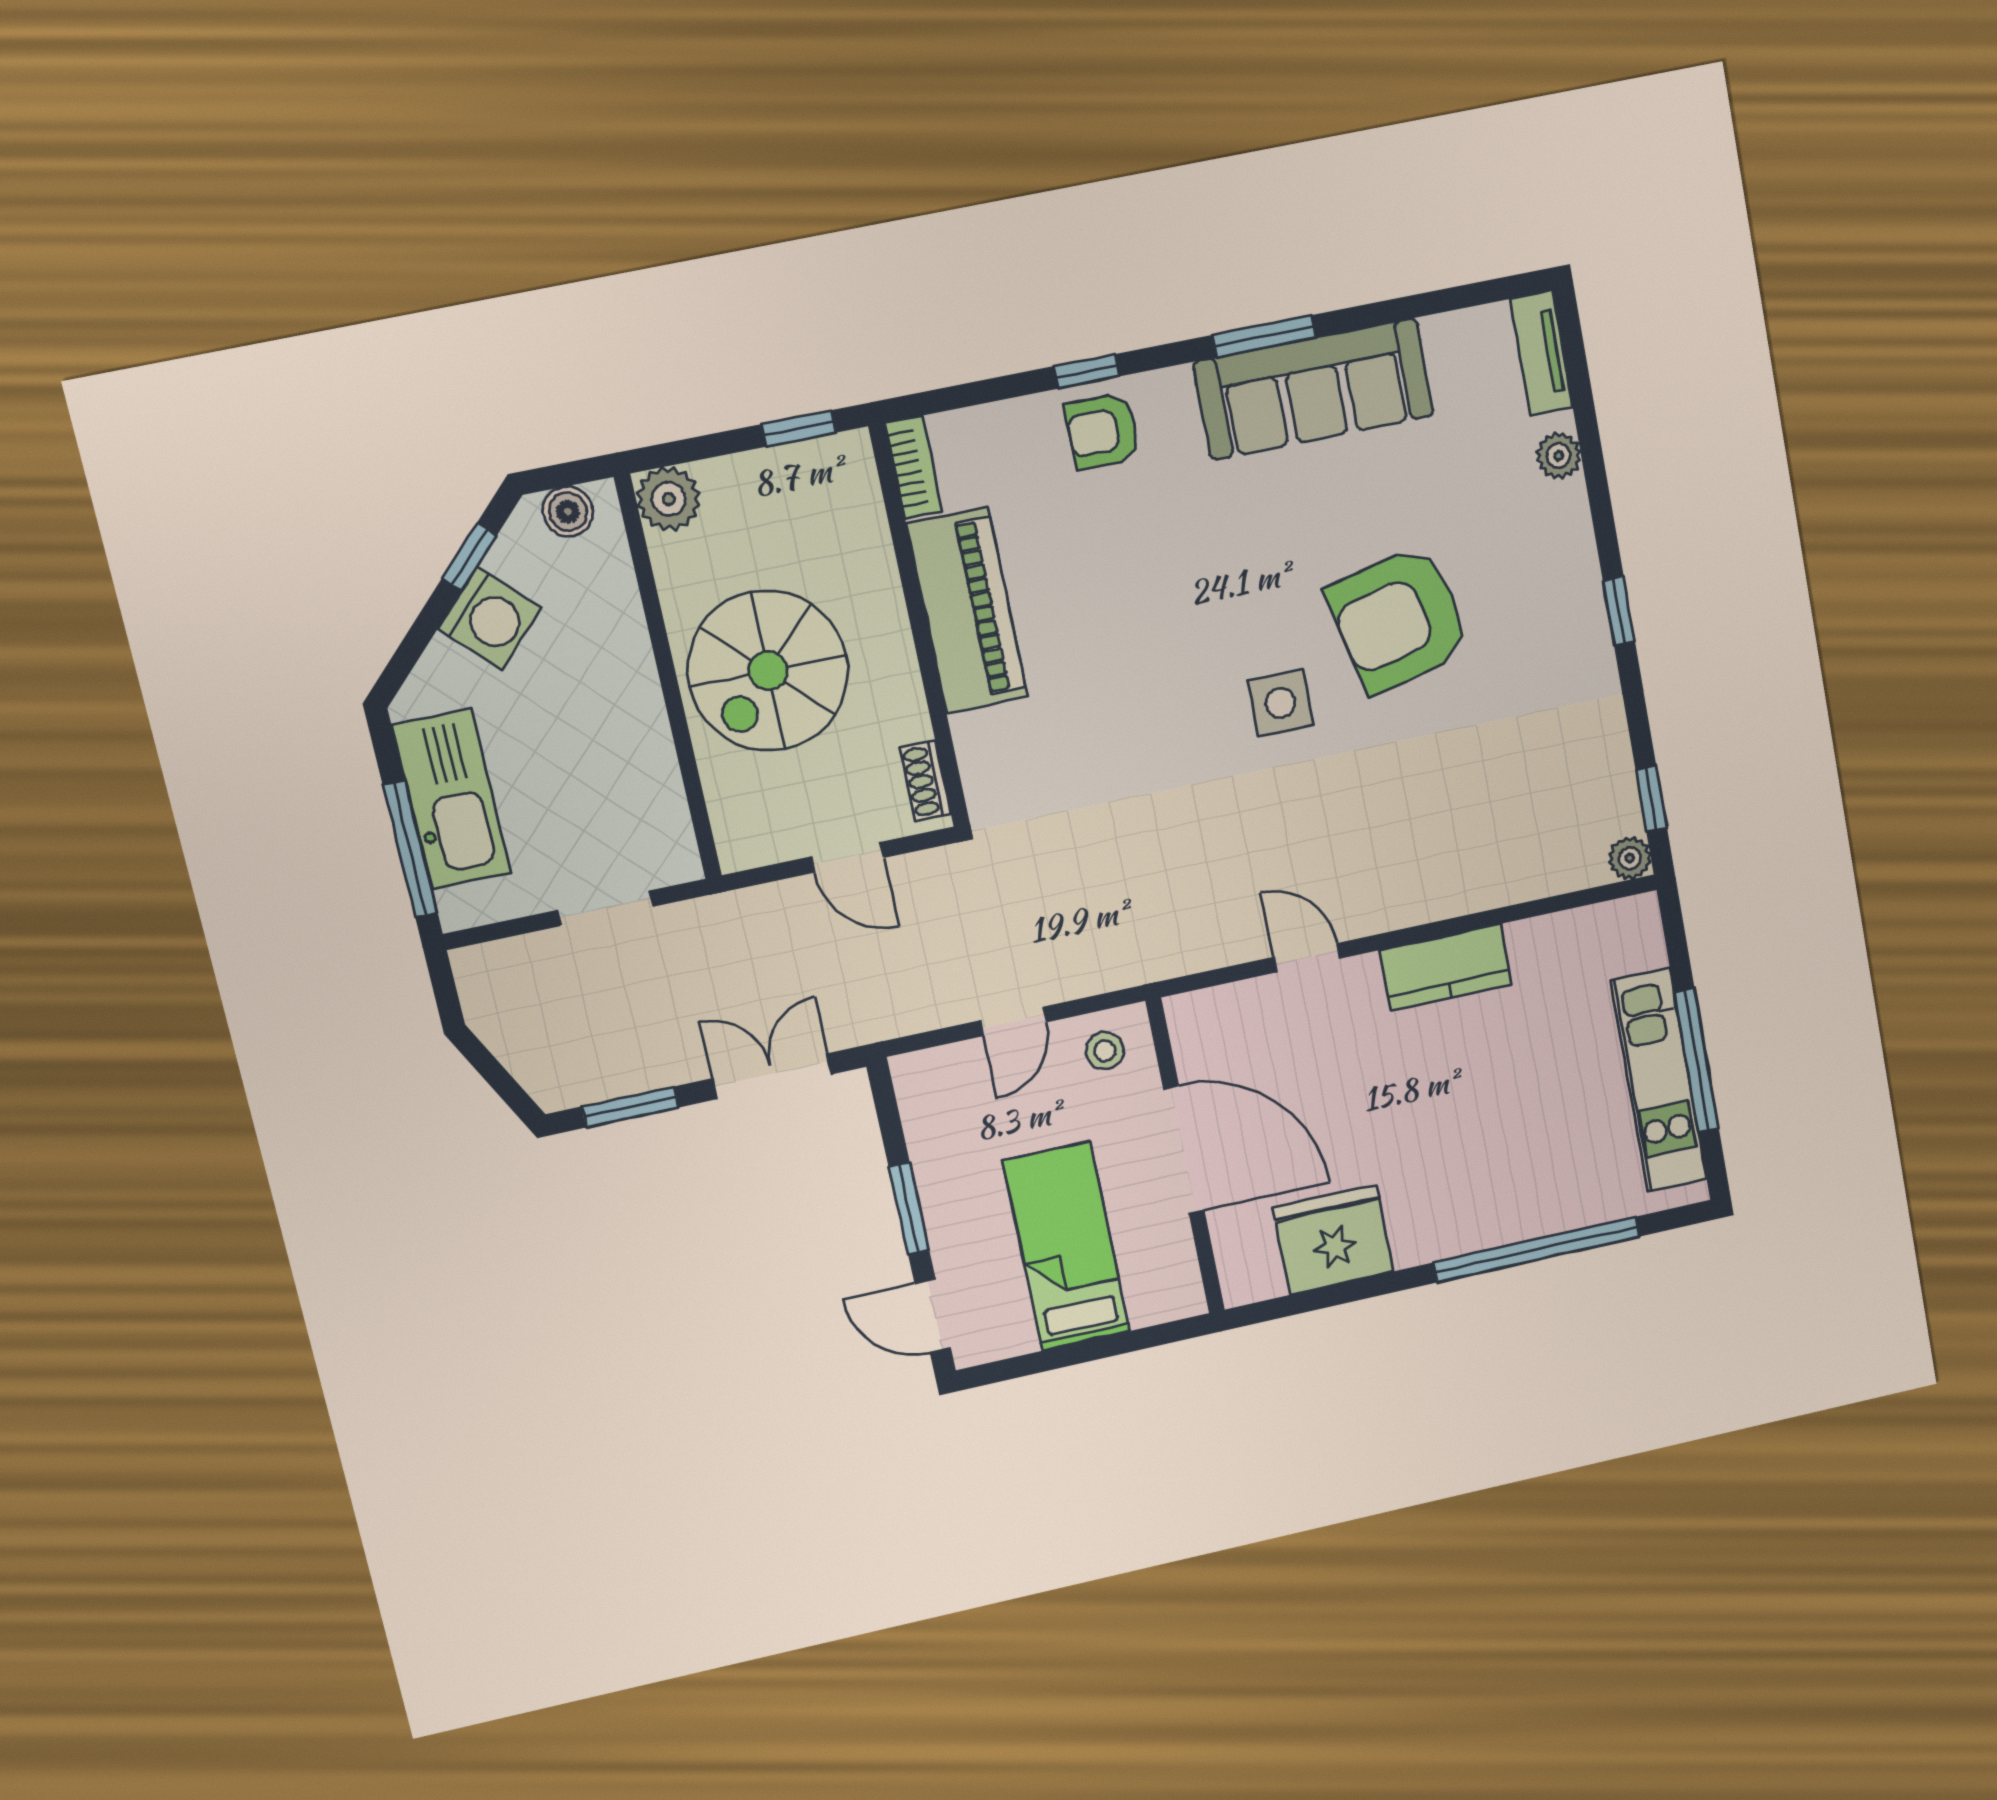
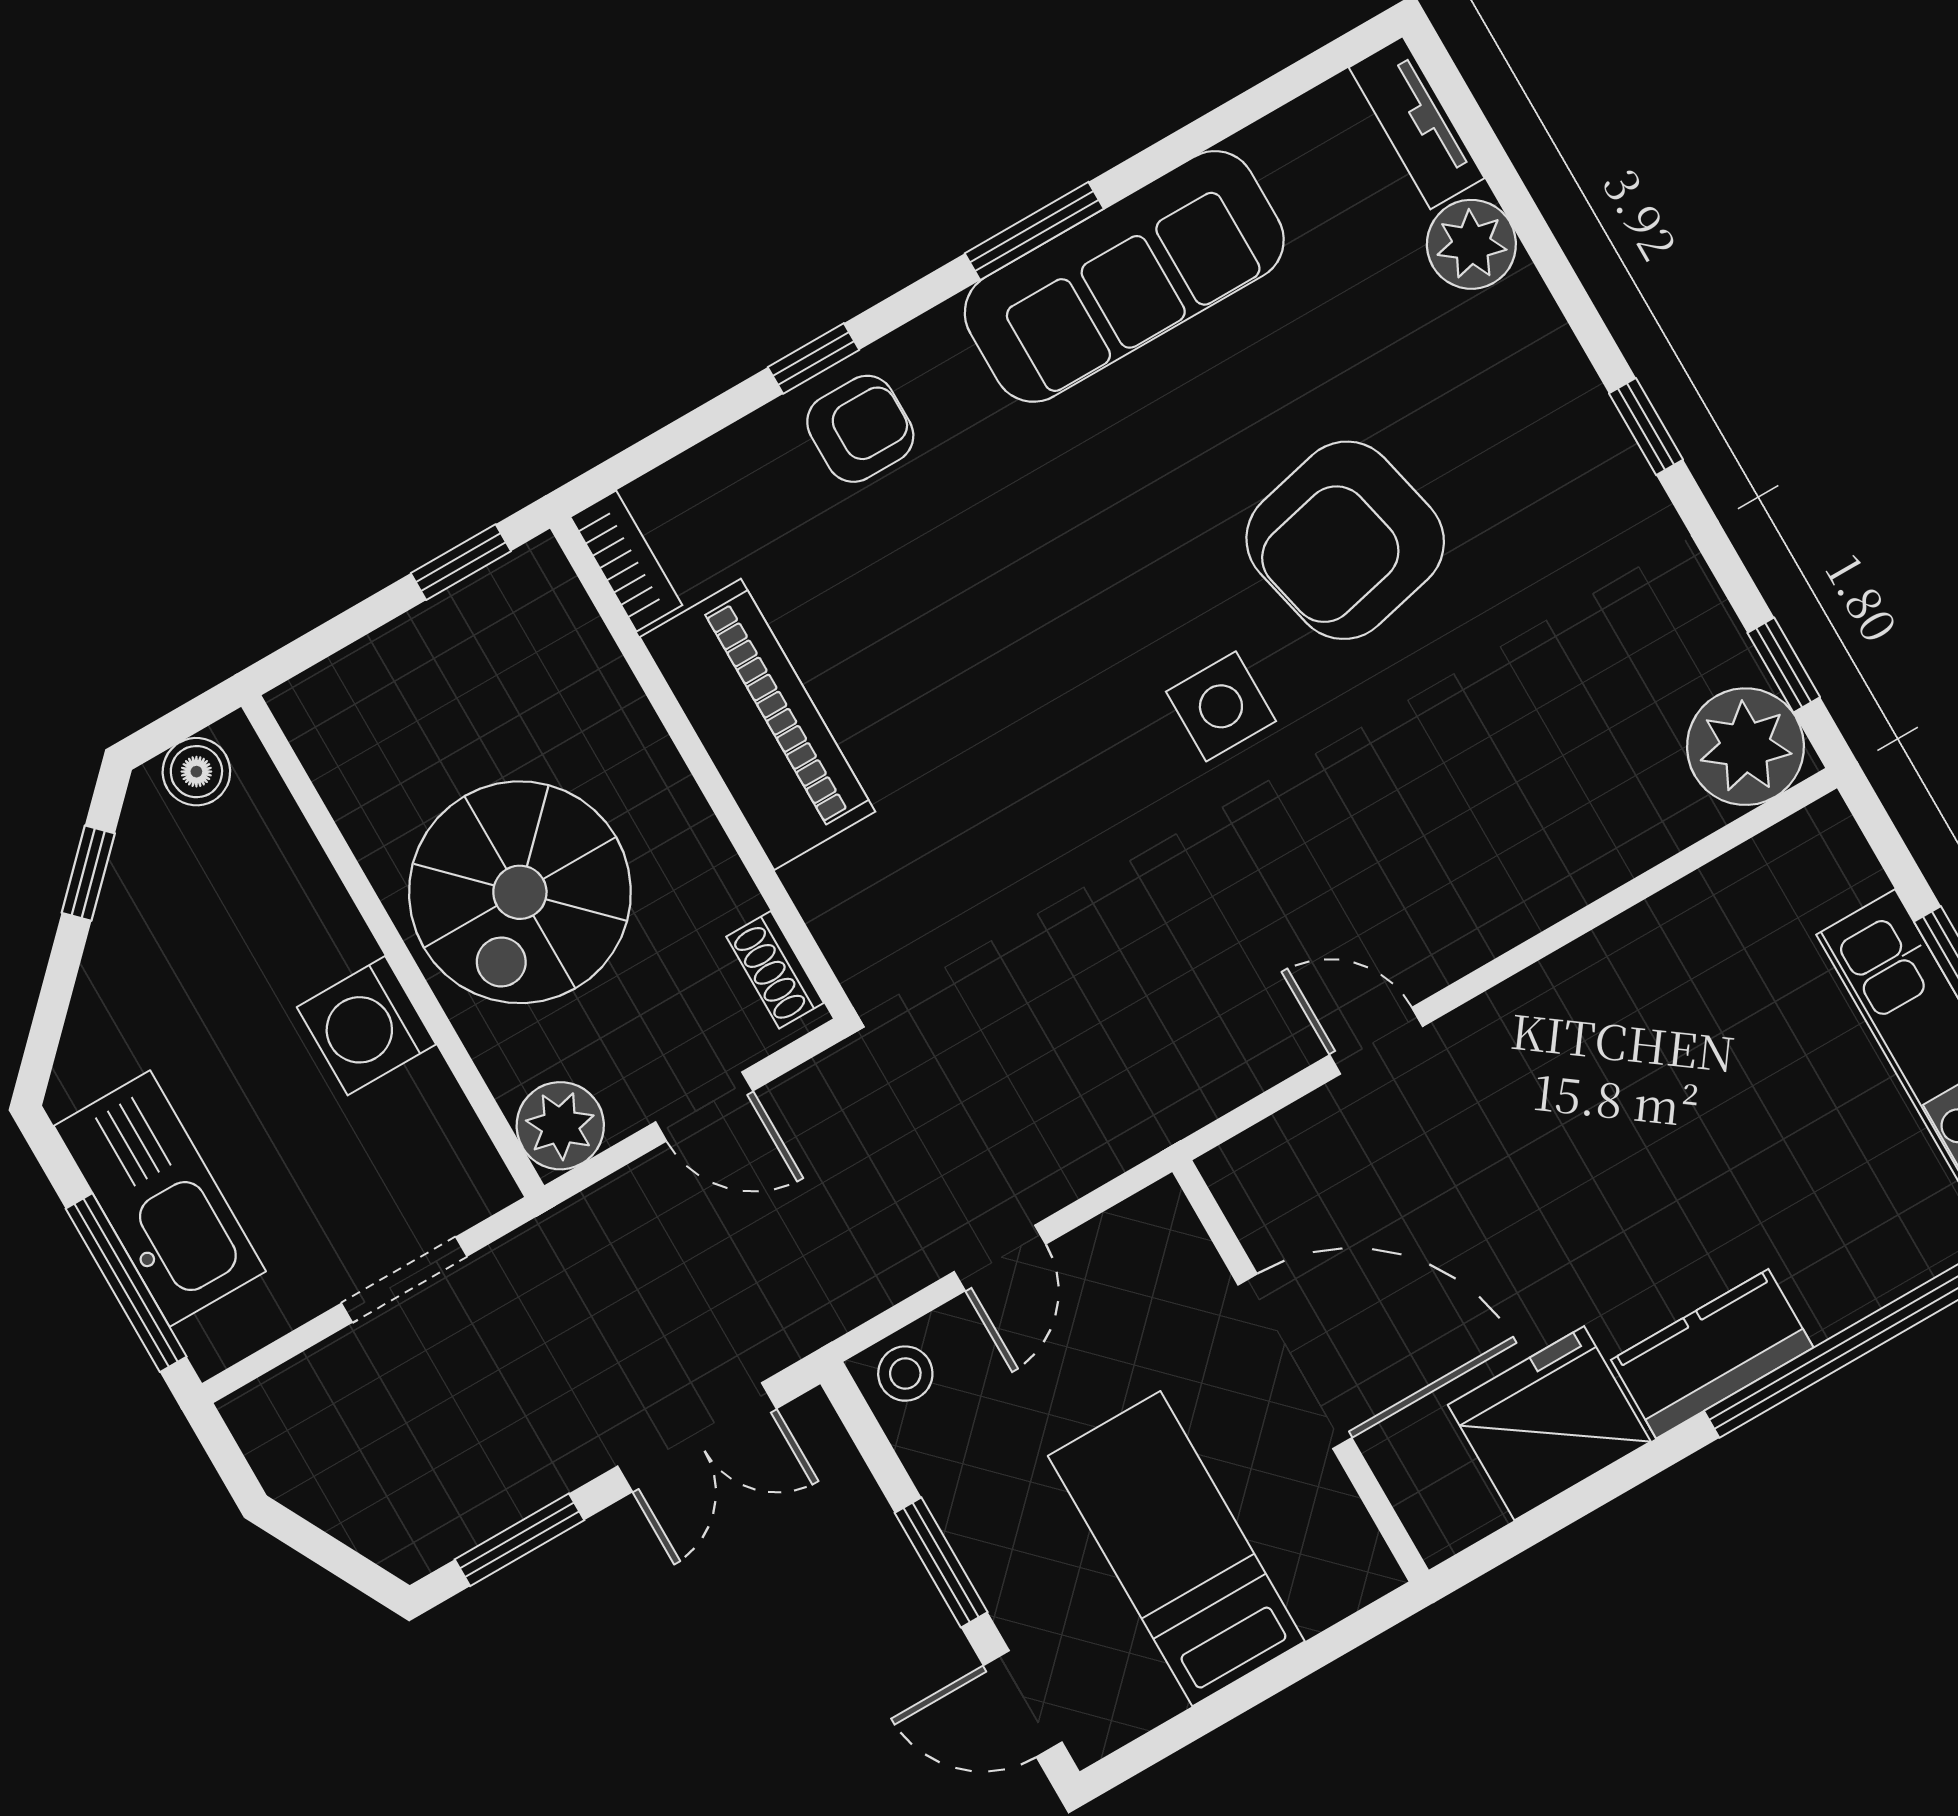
armchair: (1102, 431) -> (860, 429), turned 180
plant: (1559, 456) -> (1471, 244), width x1.38, depth x1.38
plant: (669, 499) -> (560, 1126), moved
washing machine: (490, 618) -> (366, 1026), moved, turned 135
plant: (1630, 858) -> (1745, 747), width x1.88, depth x1.88
kitchen counter: (1446, 967) -> (1712, 1354), moved, turned 180
stool: (1105, 1051) -> (905, 1374), moved
double door: (772, 1076) -> (697, 1437), swing flipped

